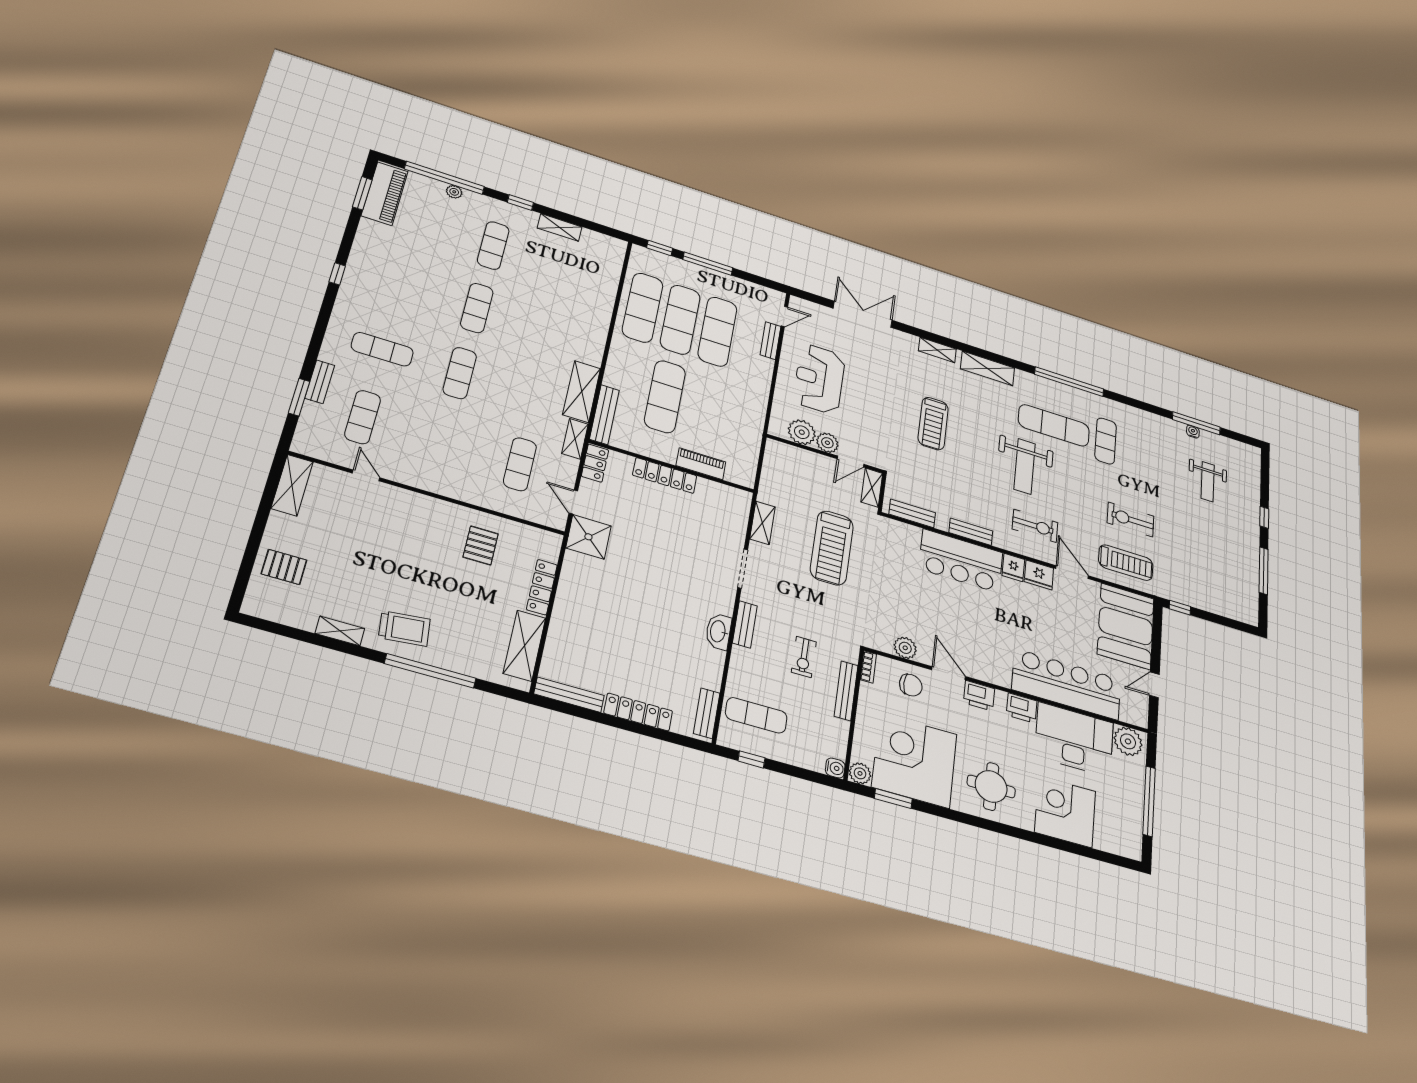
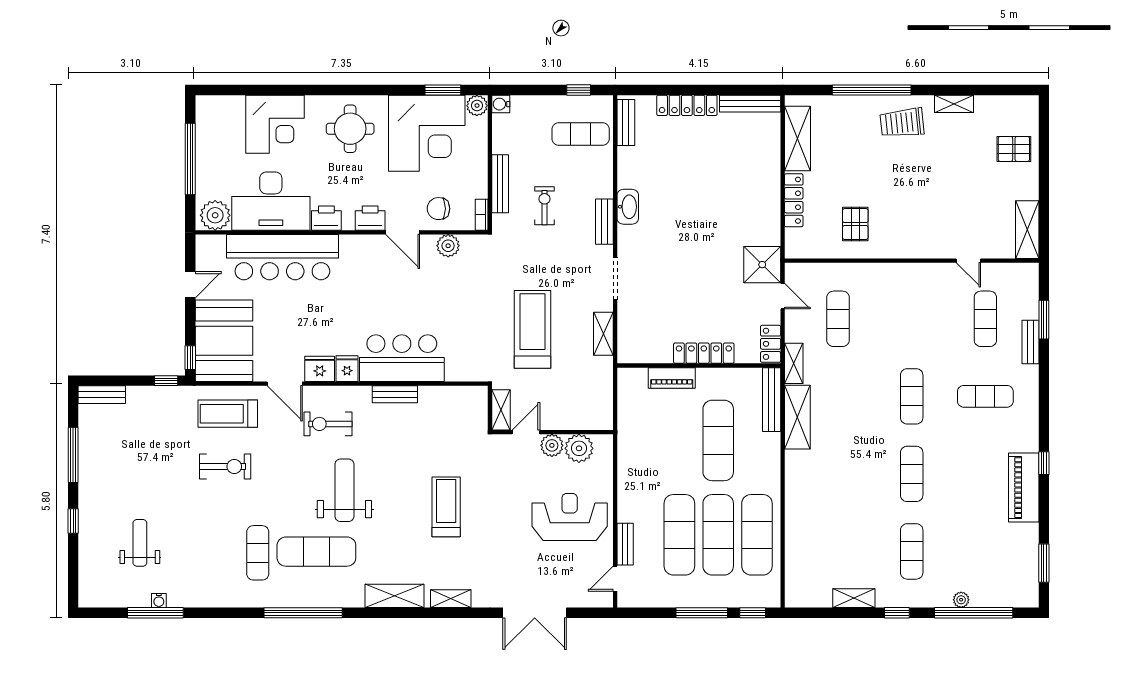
piano: (385, 194) -> (1024, 488), moved
reception desk: (819, 379) -> (570, 517), turned -90
bench: (912, 513) -> (102, 395), moved
window: (1157, 621) -> (190, 358), added

